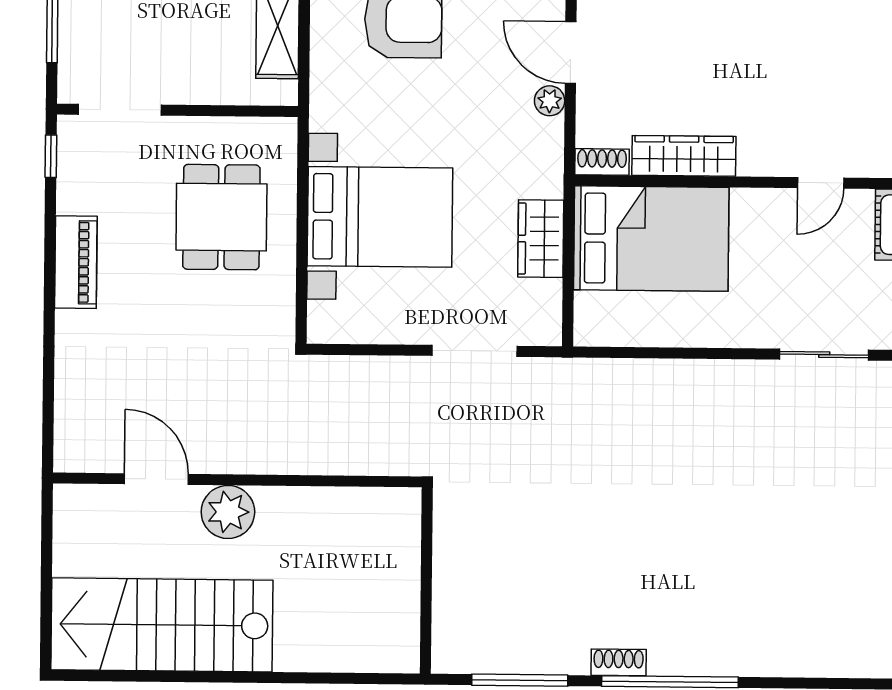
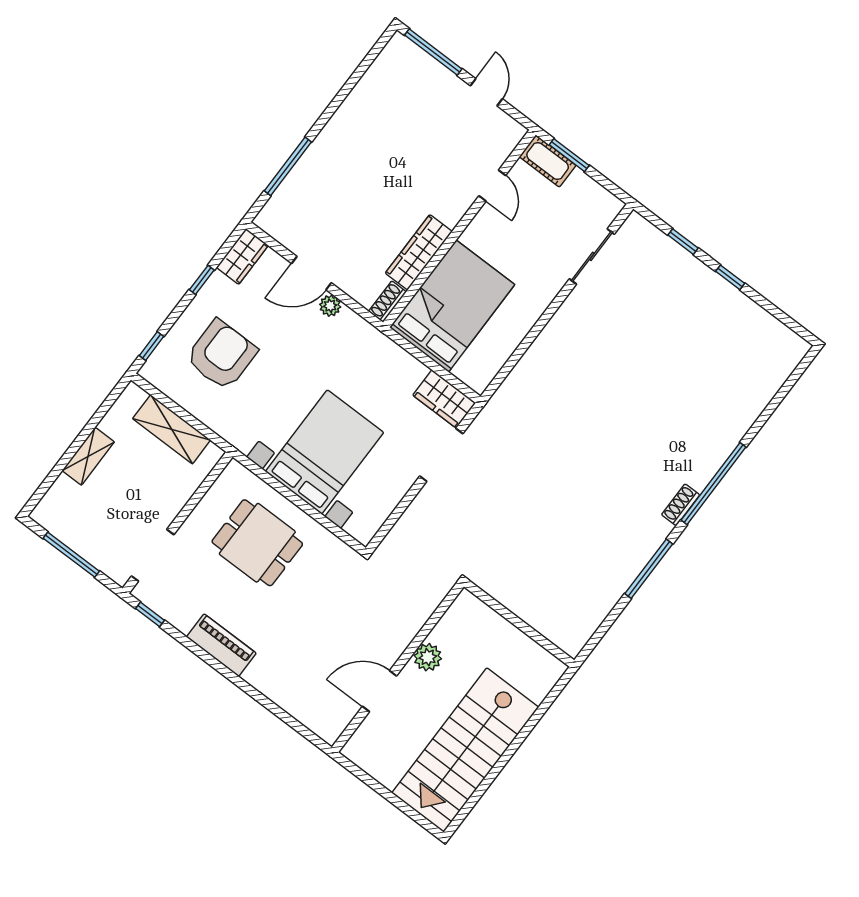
wardrobe: (541, 239) -> (444, 399), moved
plant: (228, 512) -> (428, 657), width x0.73, depth x0.73
wall: (426, 581) -> (519, 623), moved

